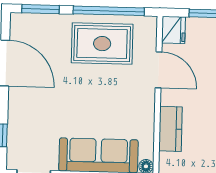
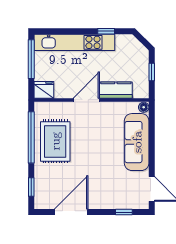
window: (40, 9) -> (31, 187), width x0.67
door: (158, 70) -> (86, 100), moved

